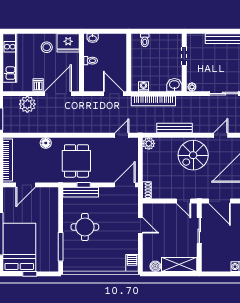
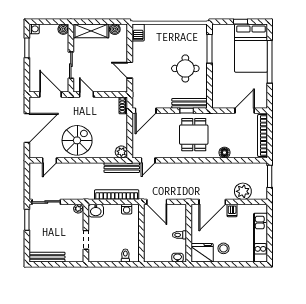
bench: (174, 128) -> (122, 168), moved
boiler: (207, 266) -> (63, 29), added

